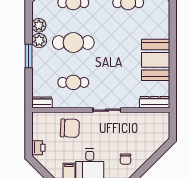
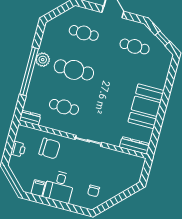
plant: (39, 25) -> (46, 45), removed
window: (29, 56) -> (29, 71), width x2.11
printer: (38, 148) -> (18, 149), moved

